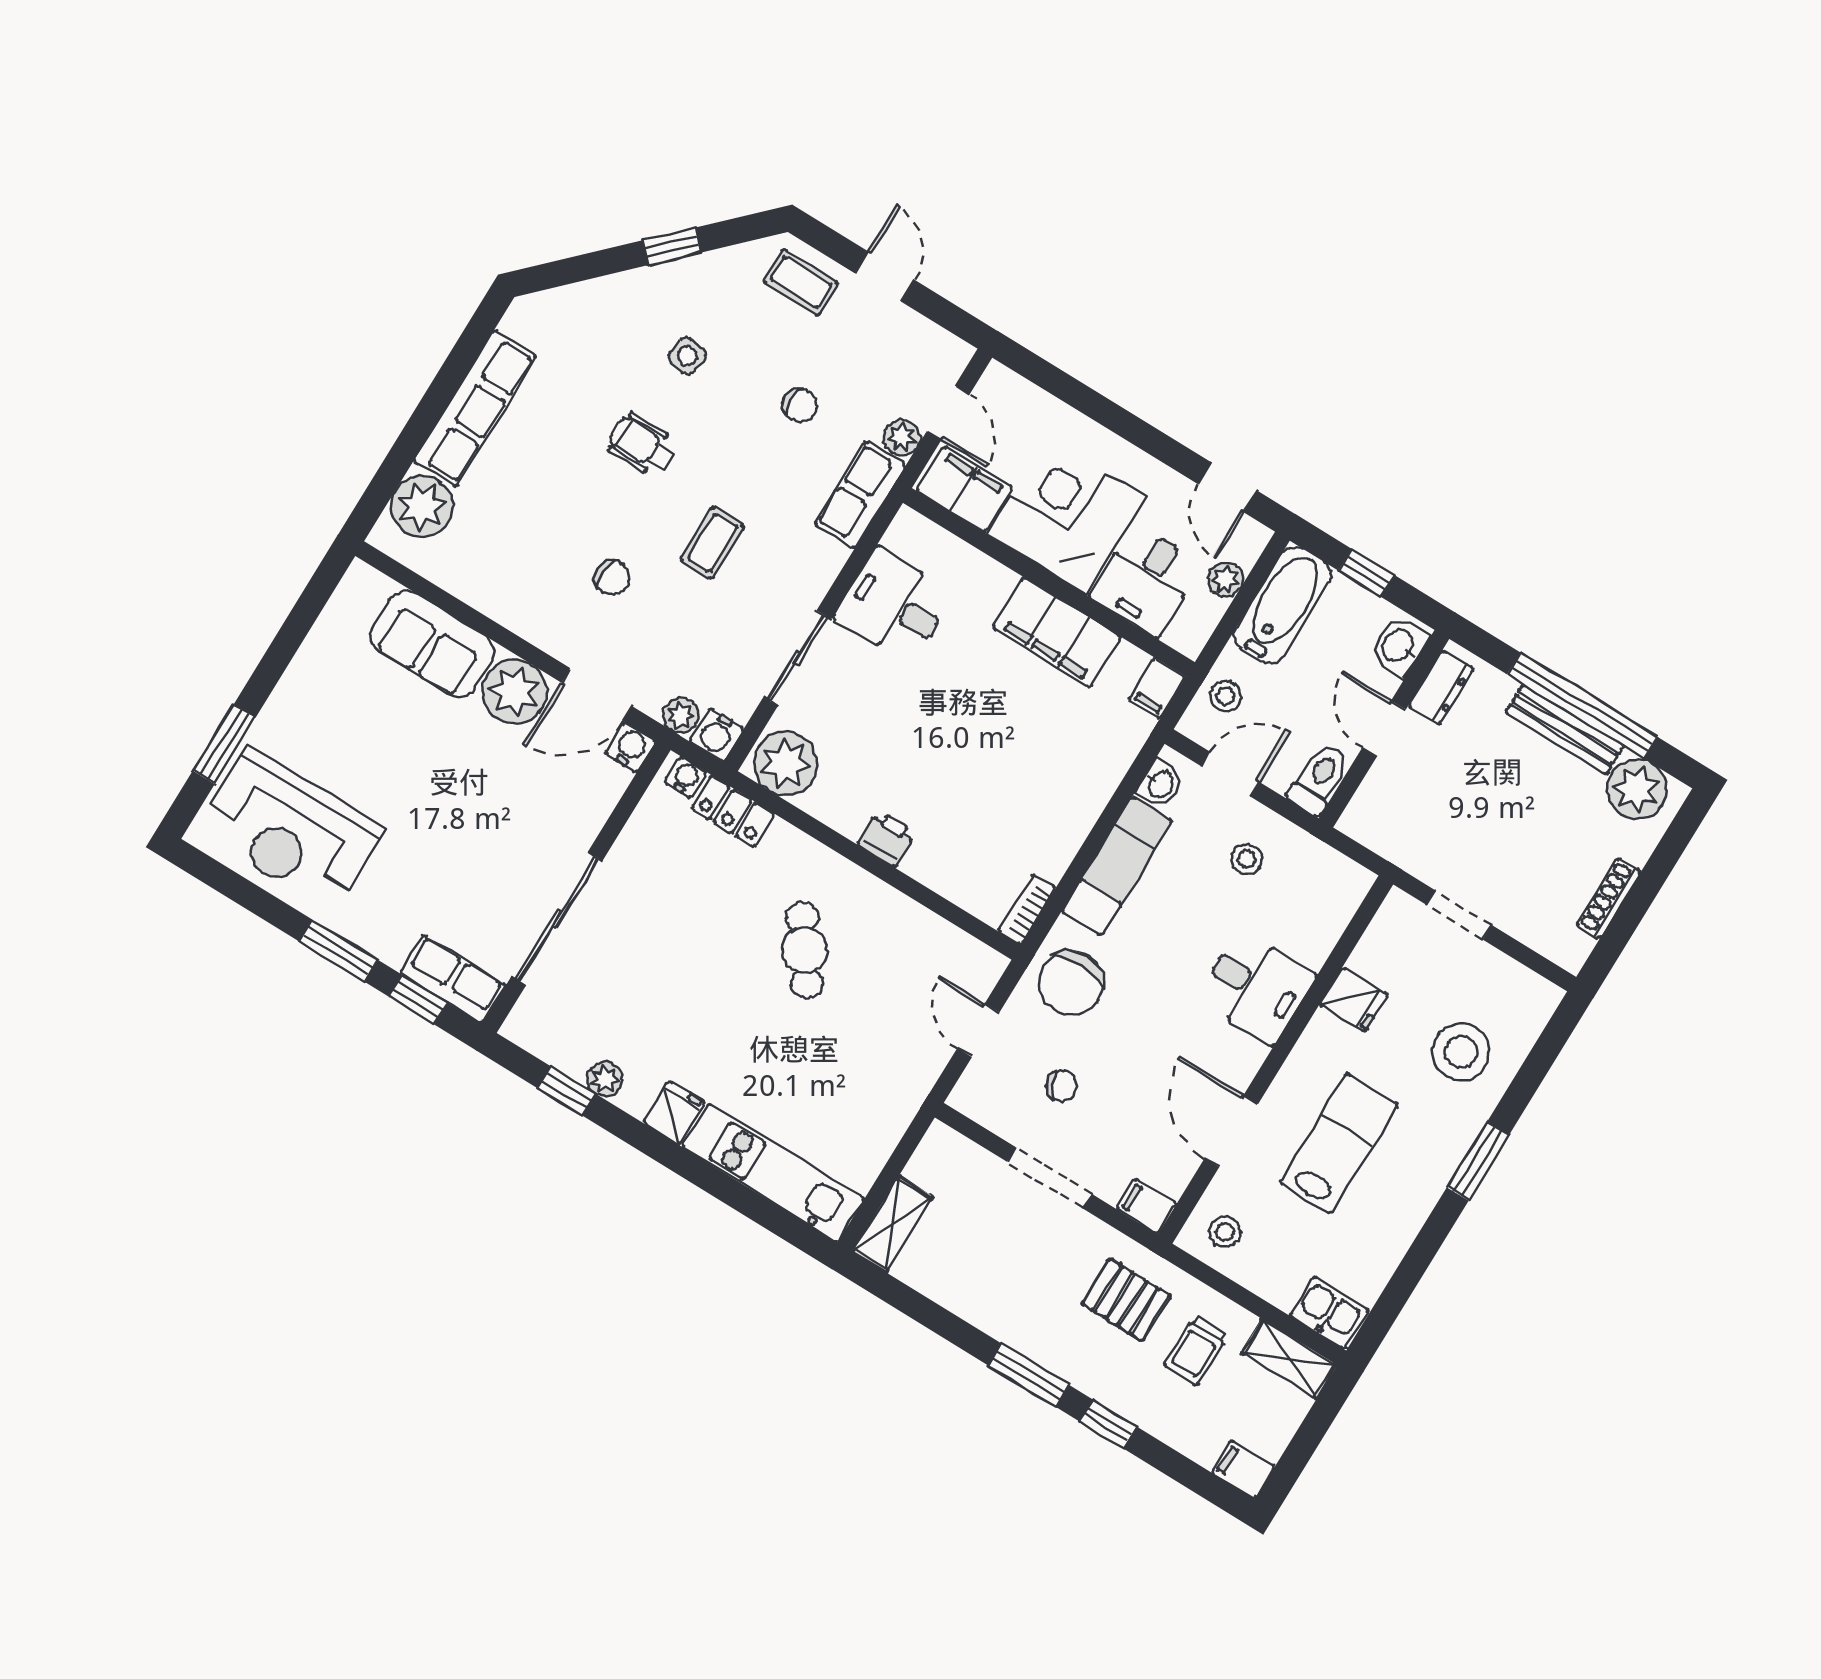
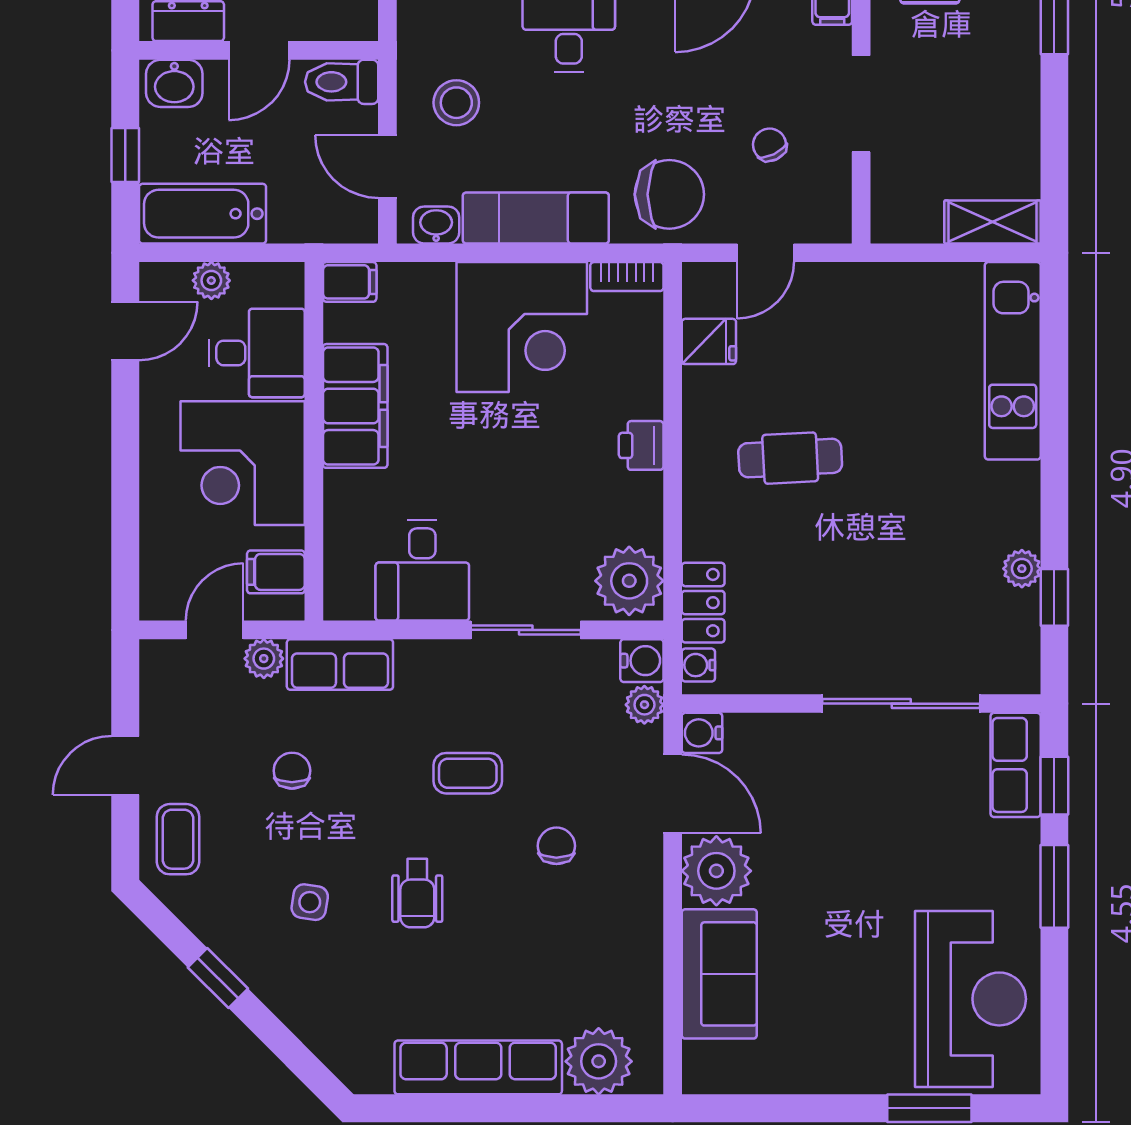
filing cabinet: (964, 489) -> (276, 572), width x0.50
stool: (1226, 696) -> (318, 214), removed
corner desk: (1038, 802) -> (522, 327), added
stool: (1247, 859) -> (456, 103), width x1.37, depth x1.37
cafe table: (804, 950) -> (790, 458), turned 33
fridge: (674, 1113) -> (709, 341), moved, turned 180

